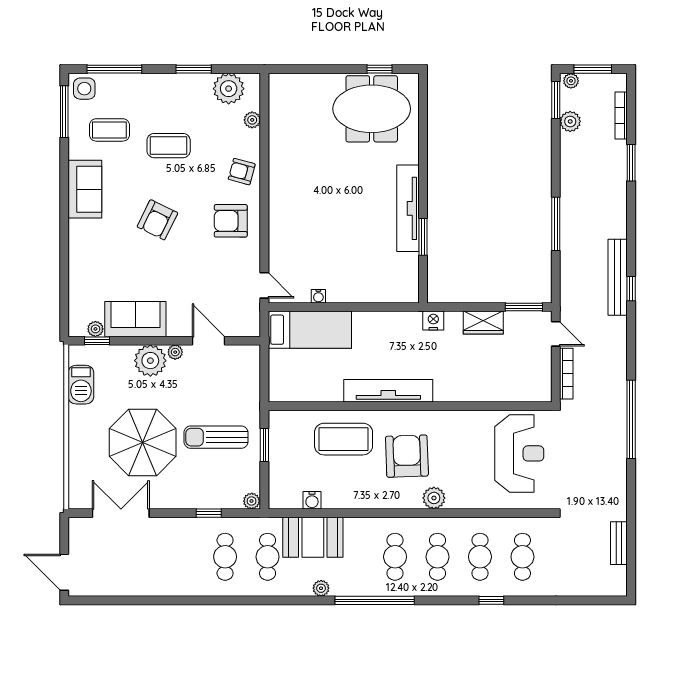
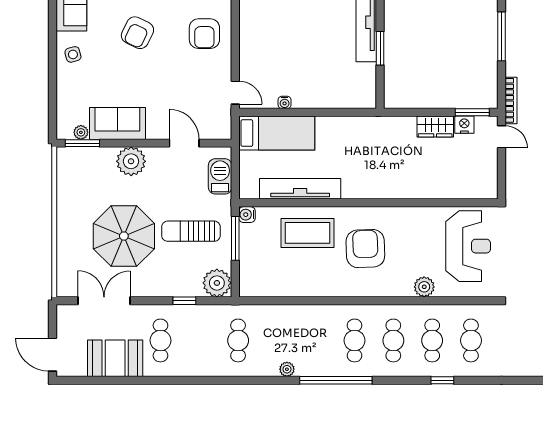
armchair: (231, 221) -> (204, 34), turned -90
side table: (87, 244) -> (73, 54), added
nightstand: (433, 321) -> (464, 125), moved
window: (97, 341) -> (82, 143), width x1.50
plant: (175, 352) -> (154, 154), removed
bookcase: (566, 374) -> (511, 100), moved
barbecue: (81, 385) -> (220, 176), moved, turned 180
tv unit: (388, 391) -> (300, 189), moved
window: (264, 445) -> (235, 238), width x1.44
plant: (434, 498) -> (424, 287), moved
water cooler: (312, 500) -> (247, 215), moved, turned 90
plant: (252, 501) -> (217, 283), width x1.88, depth x1.88
booth: (313, 537) -> (115, 358), moved
cafe table: (225, 557) -> (160, 340), moved

